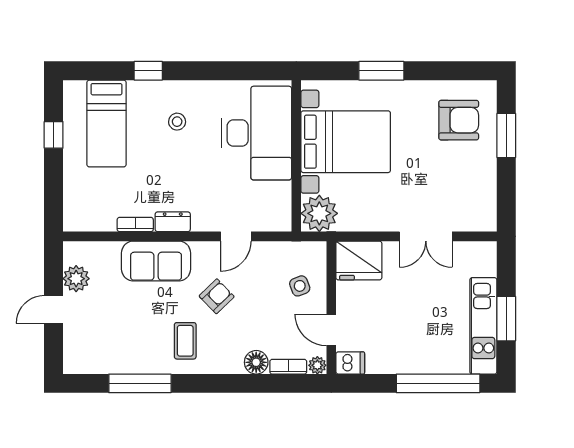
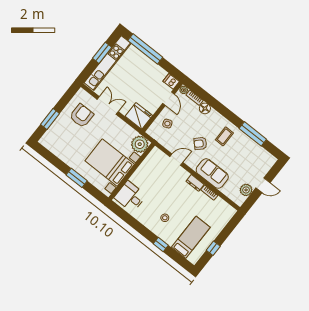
armchair: (459, 120) -> (82, 116), moved, turned 90
desk: (257, 133) -> (130, 197), width x0.53, depth x0.77
kitchen unit: (483, 326) -> (108, 63), width x1.36

